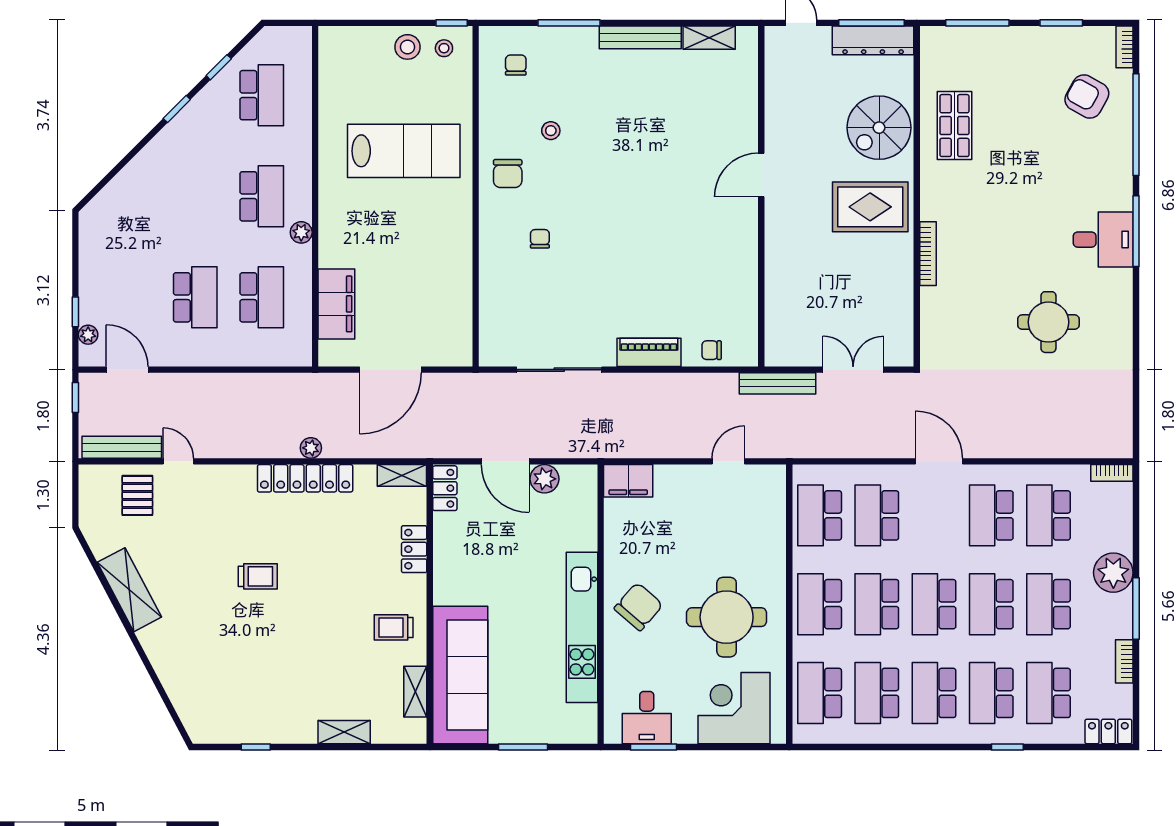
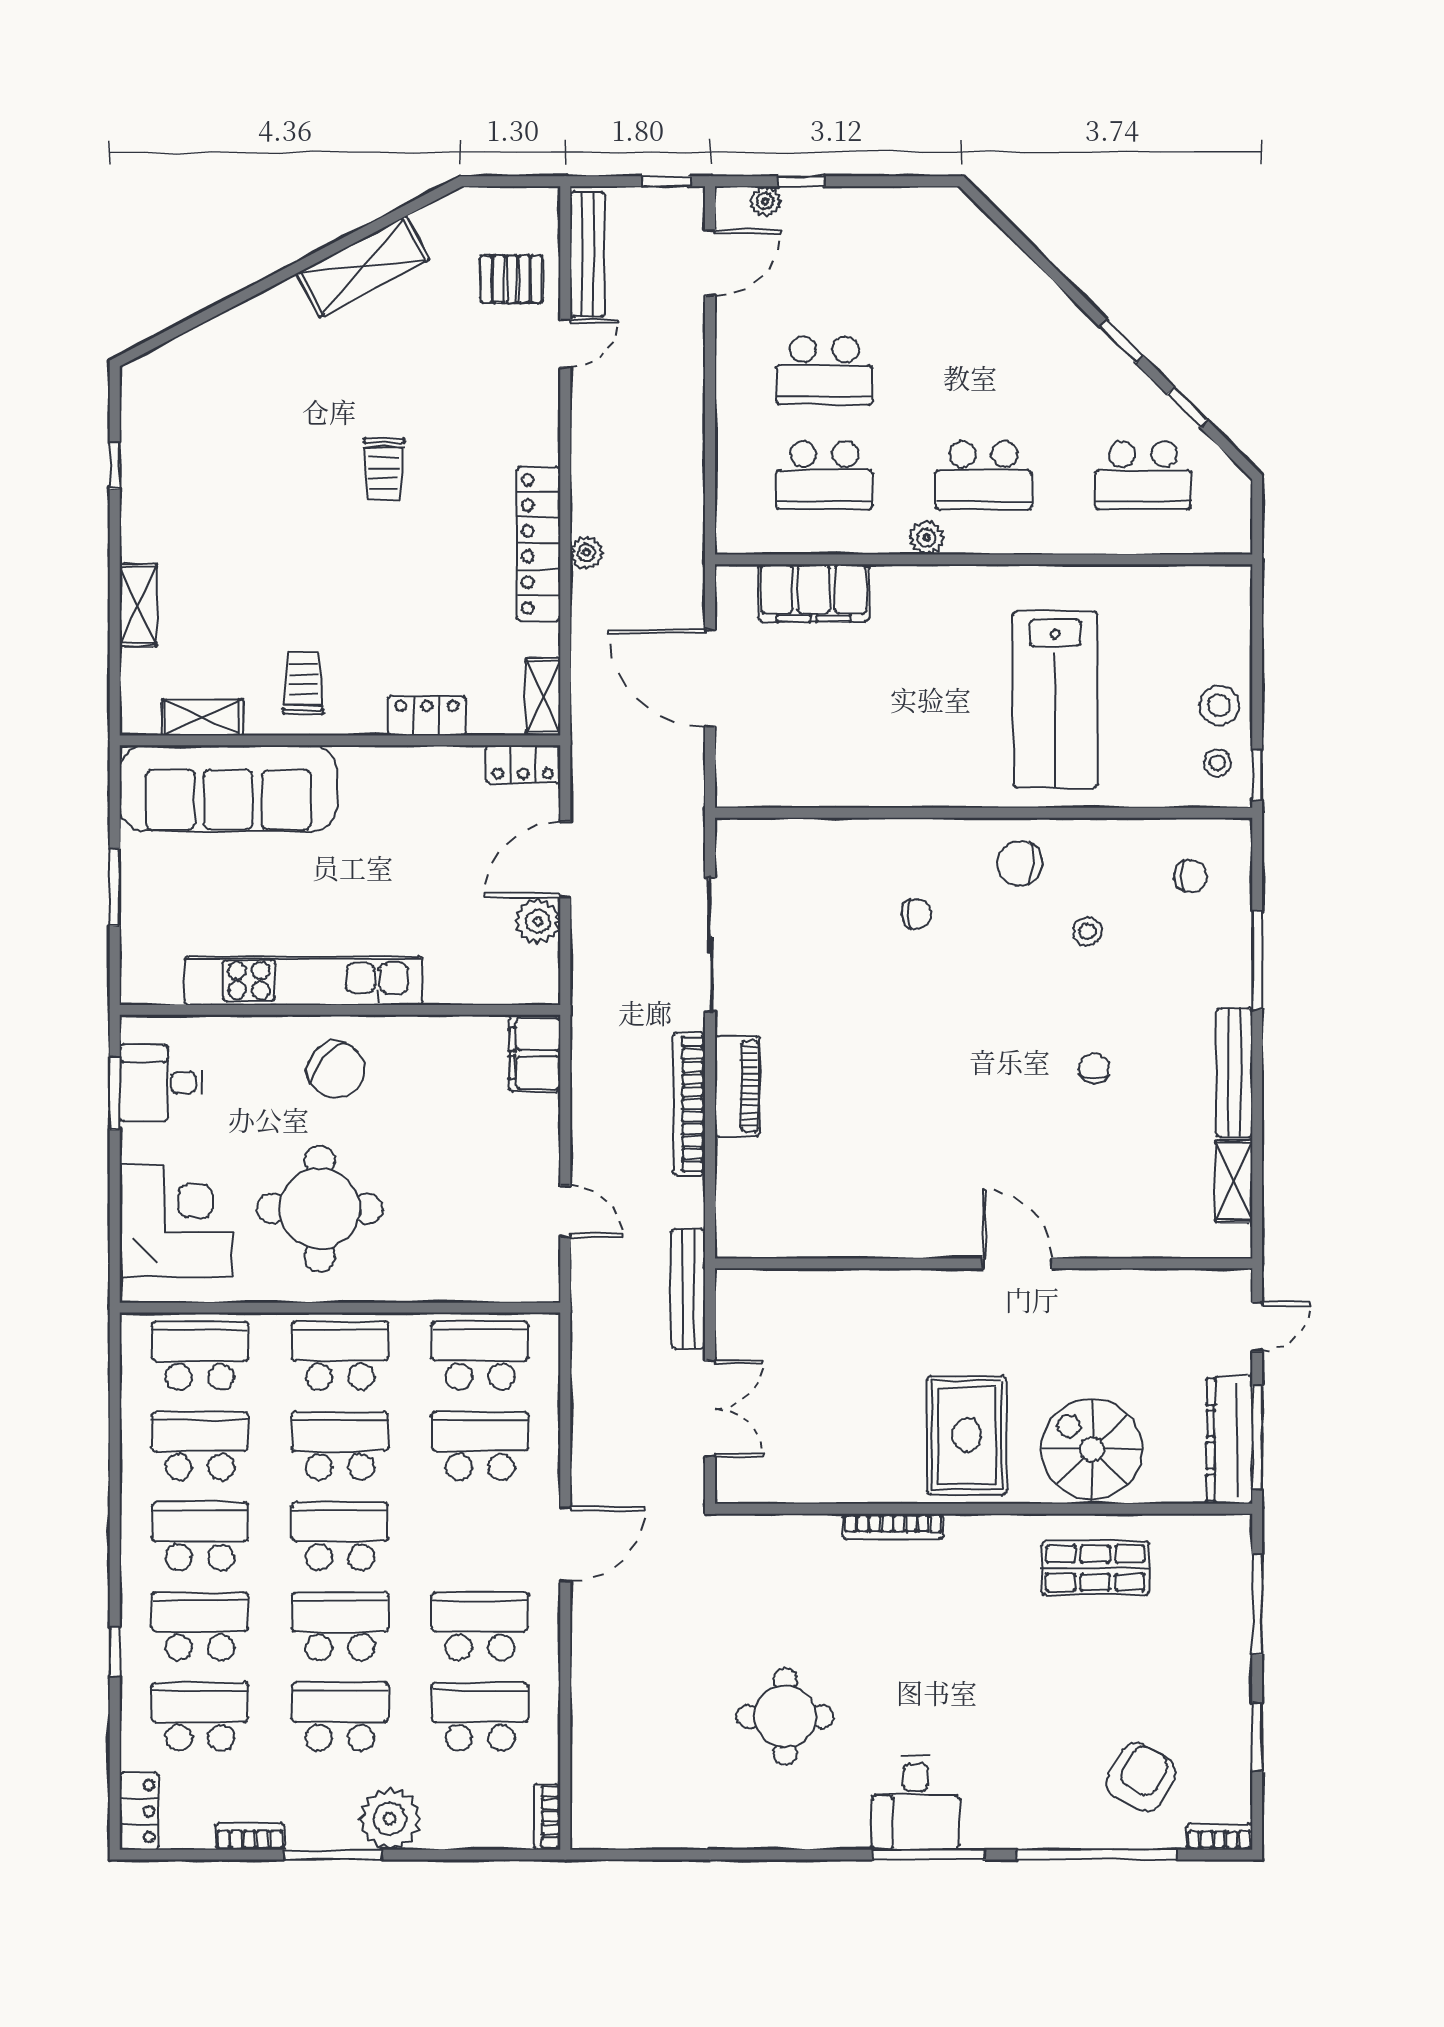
chair: (712, 350) -> (1094, 1068), moved
bookcase: (660, 383) -> (689, 1104), added

